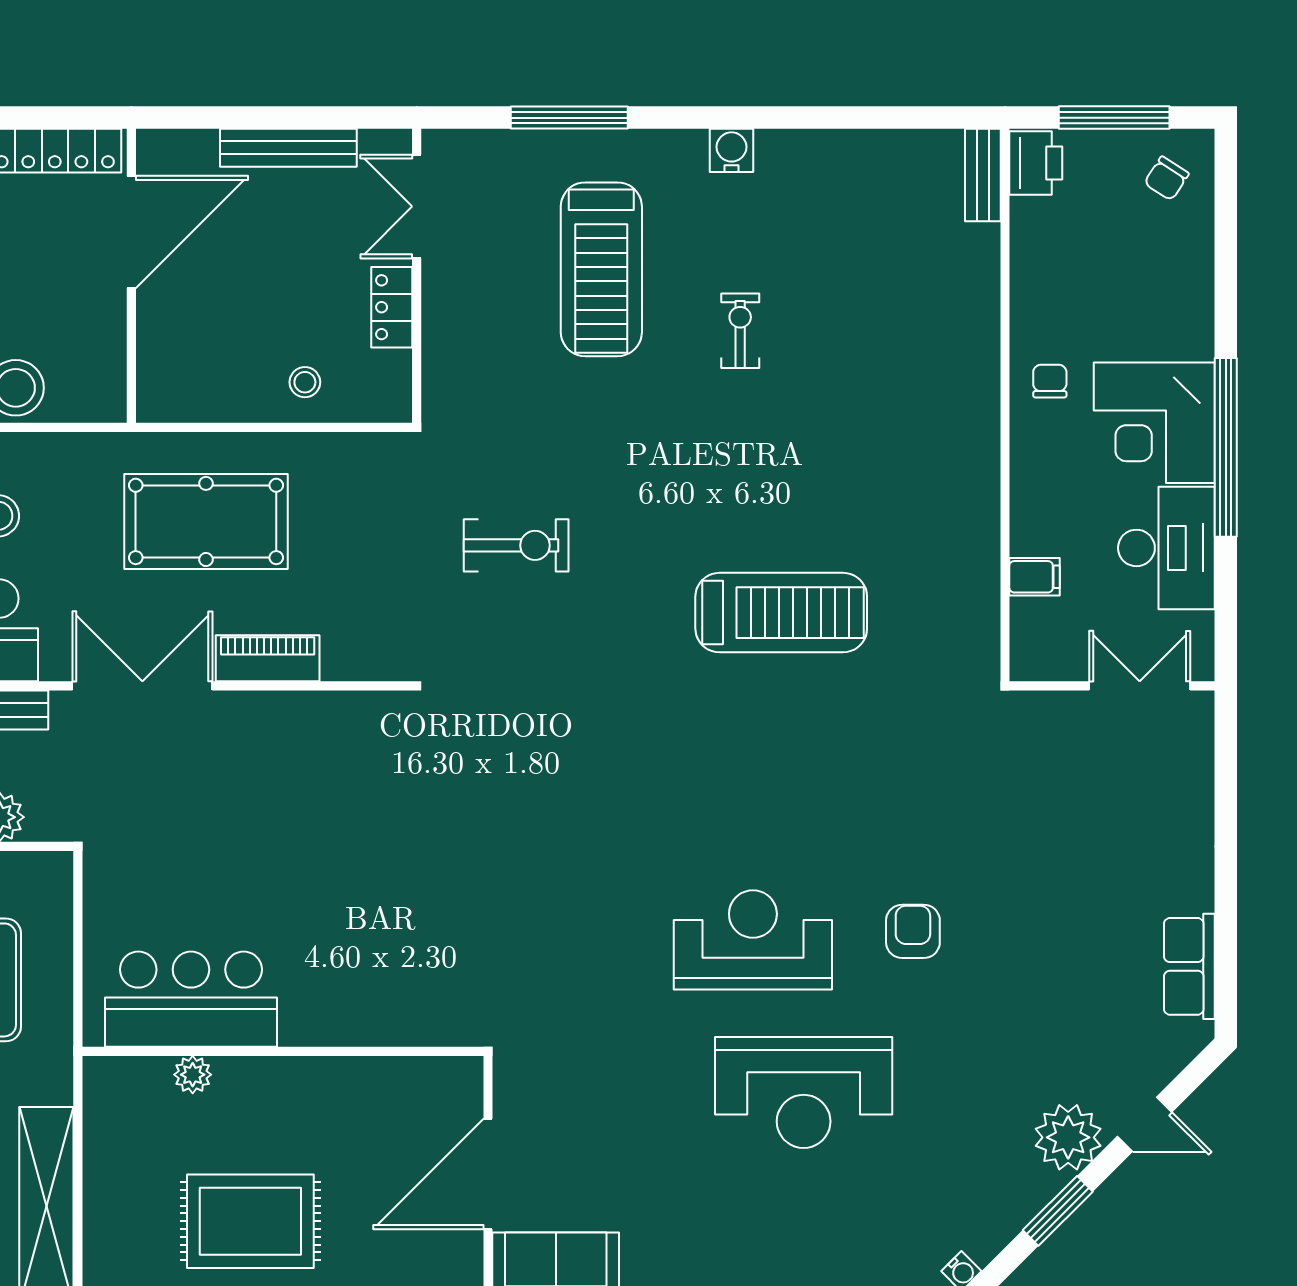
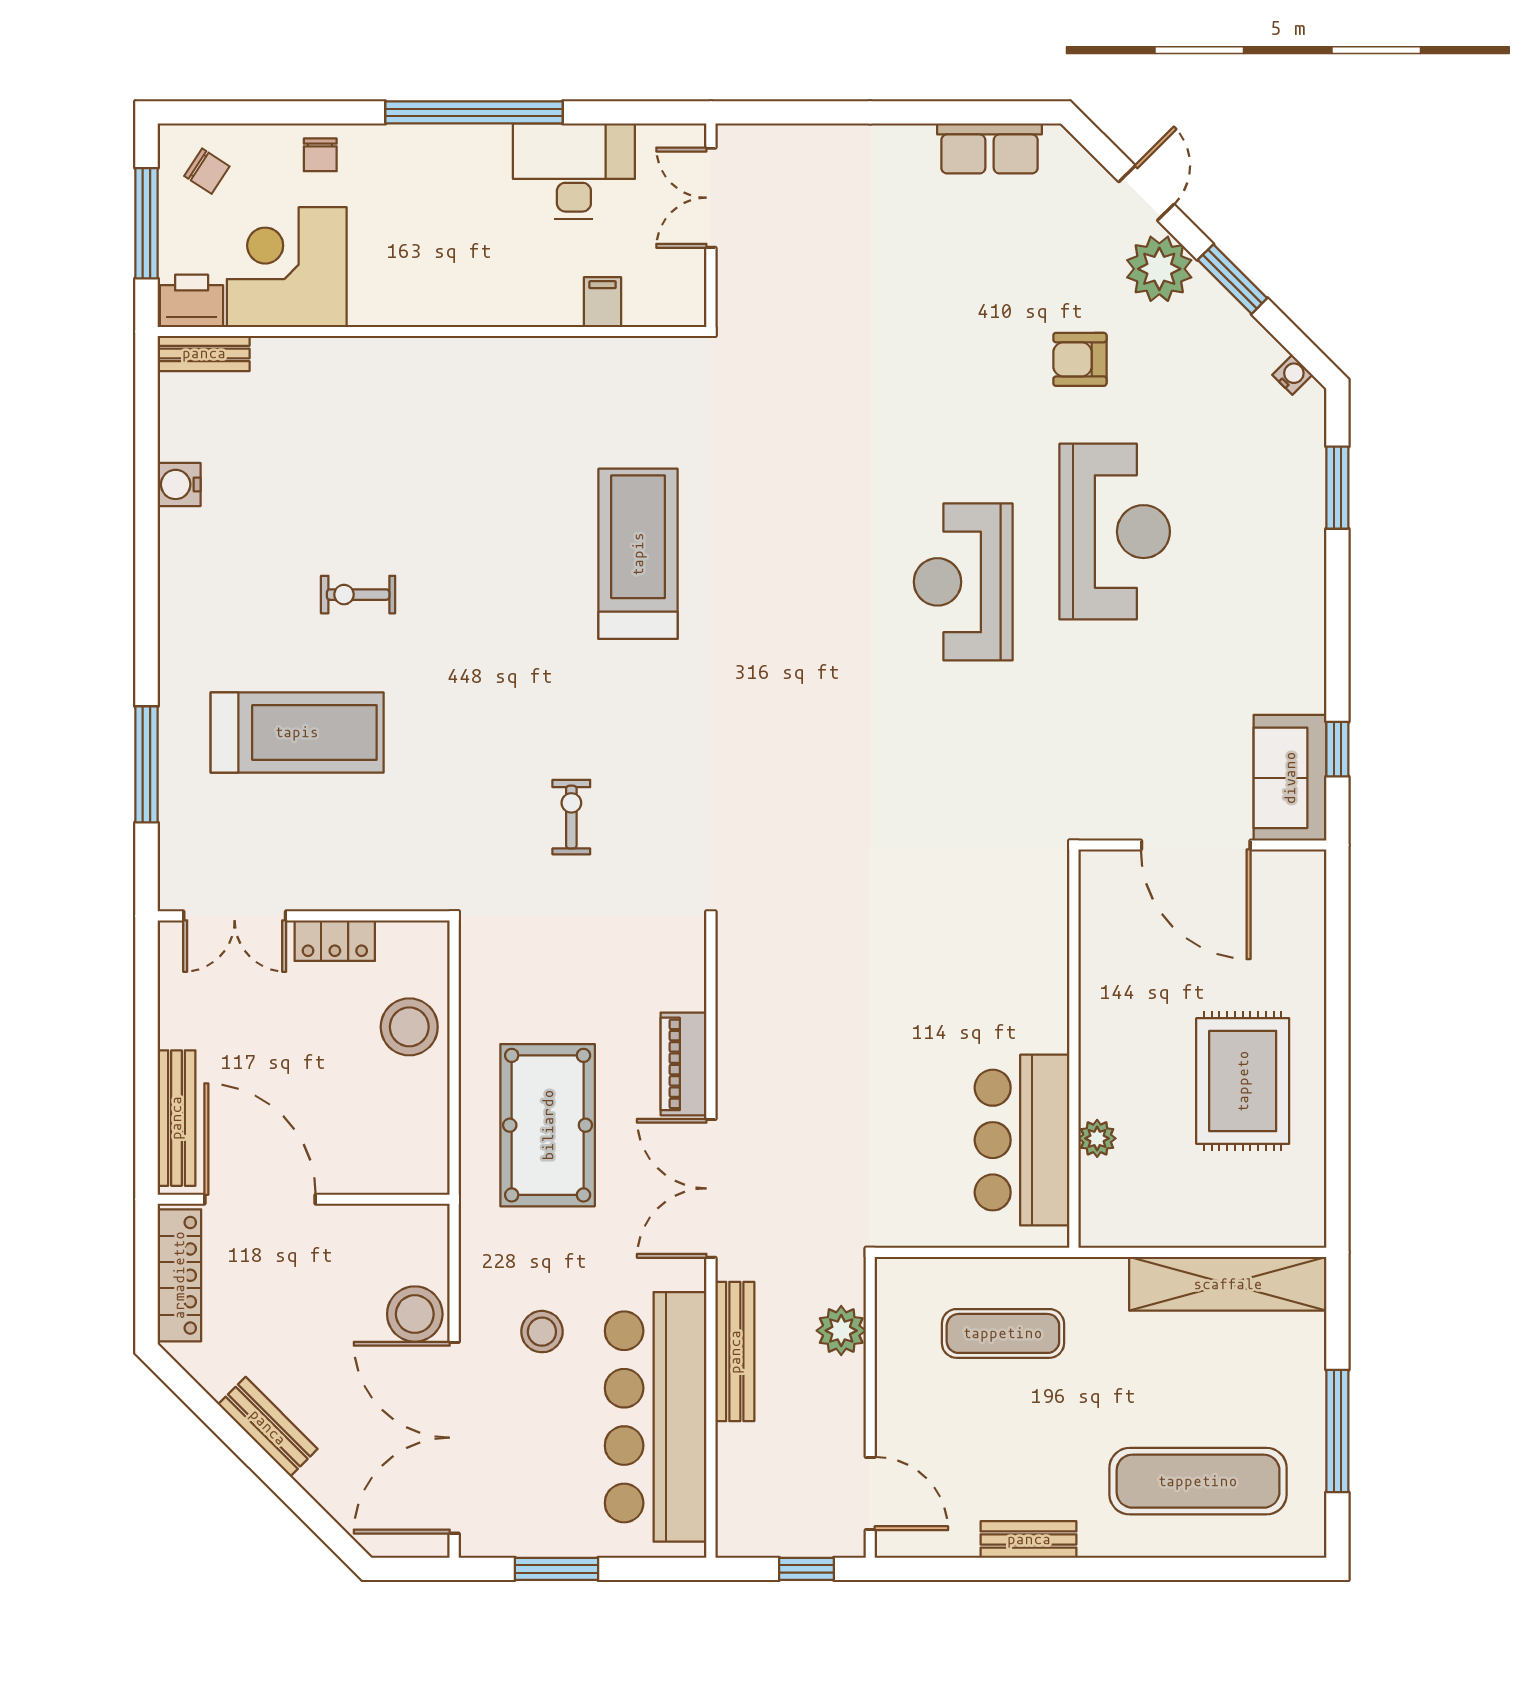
bench: (288, 148) -> (176, 1118), moved
water cooler: (732, 150) -> (179, 484), moved
chair: (1050, 381) -> (320, 155), moved, turned -90
stool: (305, 382) -> (409, 1027), width x1.89, depth x1.89
corner desk: (1154, 423) -> (287, 267), moved, turned 180
exercise bike: (516, 545) -> (571, 817), width x0.73, depth x0.72
armchair: (913, 931) -> (1080, 359), moved

